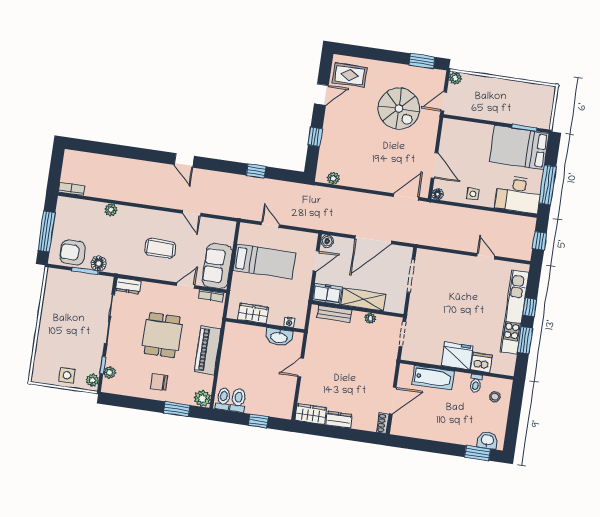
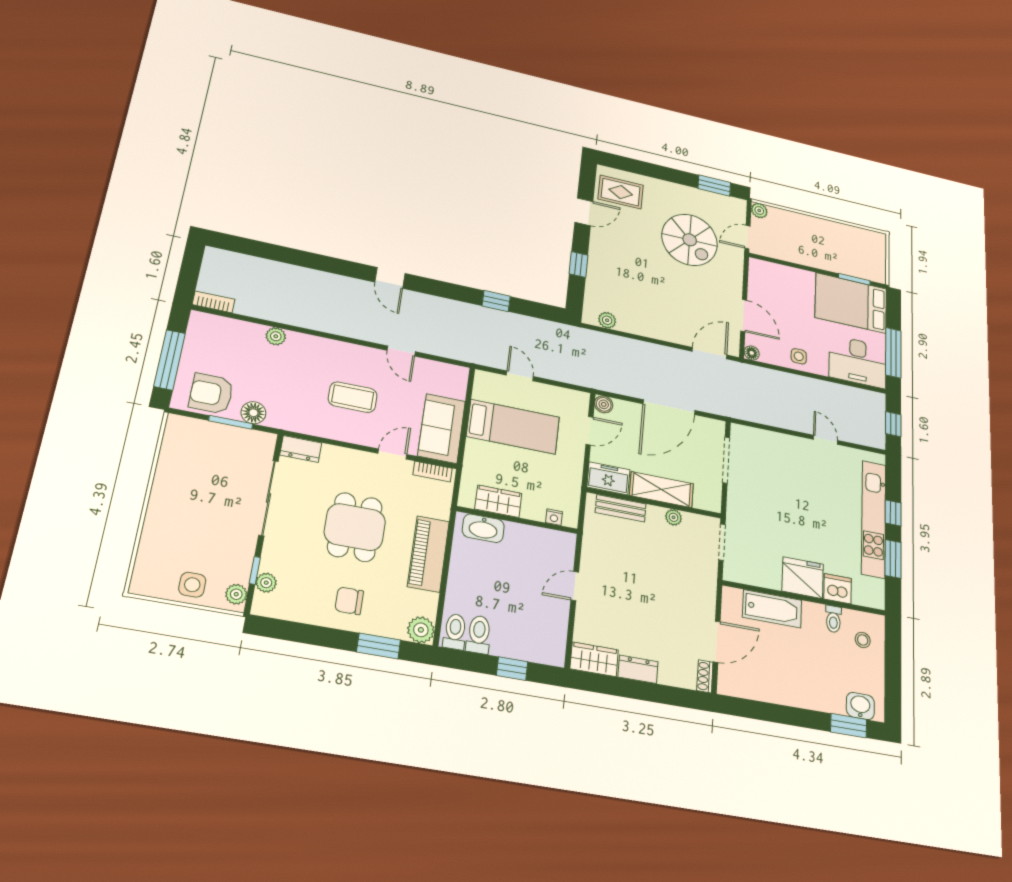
washbasin: (279, 337) -> (483, 528), moved

